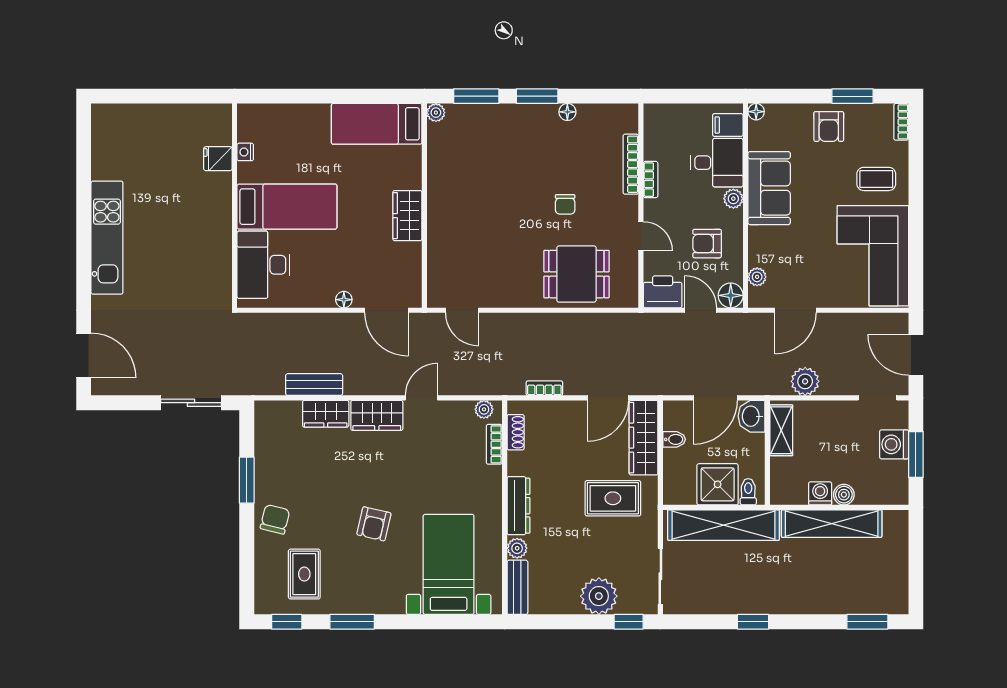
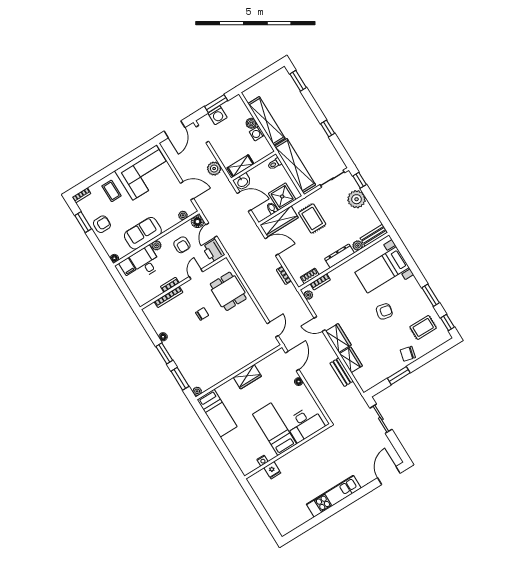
shower: (718, 484) -> (282, 196), moved

